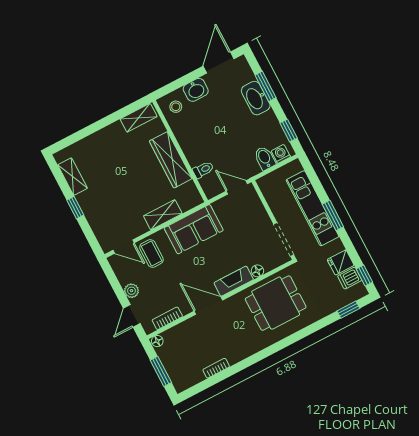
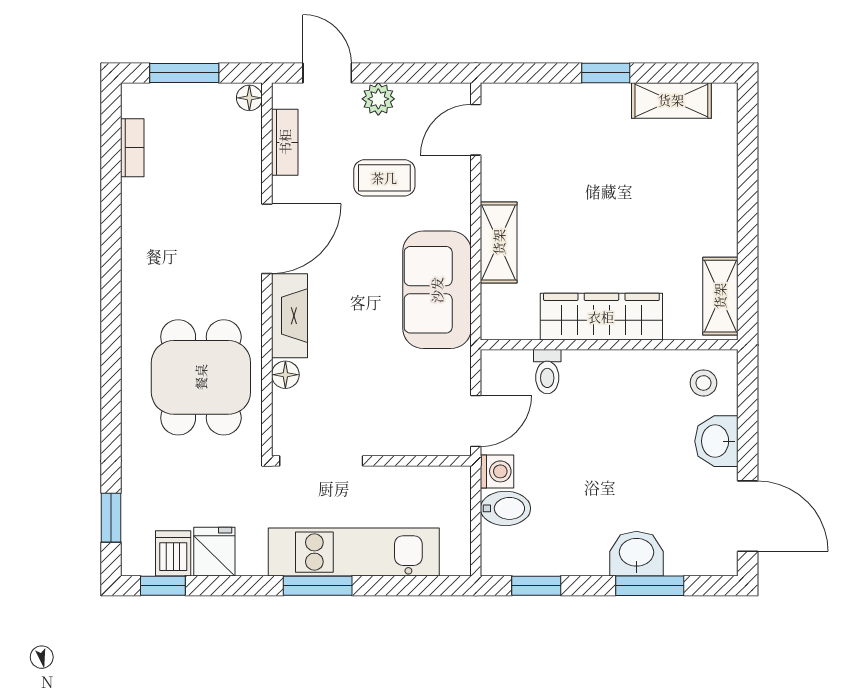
washbasin: (256, 98) -> (636, 554), width x0.72
washing machine: (281, 154) -> (497, 471), moved
coffee table: (151, 253) -> (384, 178), moved
bookcase: (216, 368) -> (132, 148), moved

